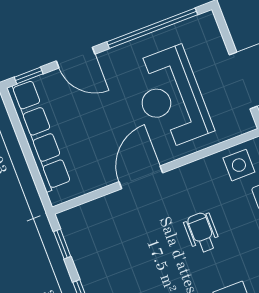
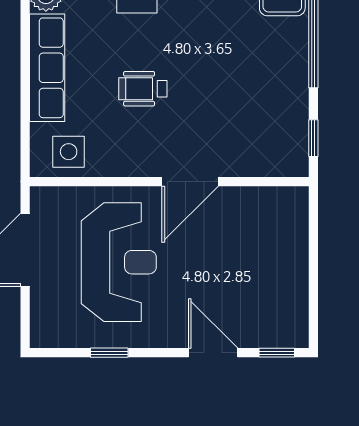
window: (152, 28) -> (109, 353), width x0.32
row of seats: (39, 135) -> (292, 277), removed
wheelchair: (202, 232) -> (143, 89), turned 90

